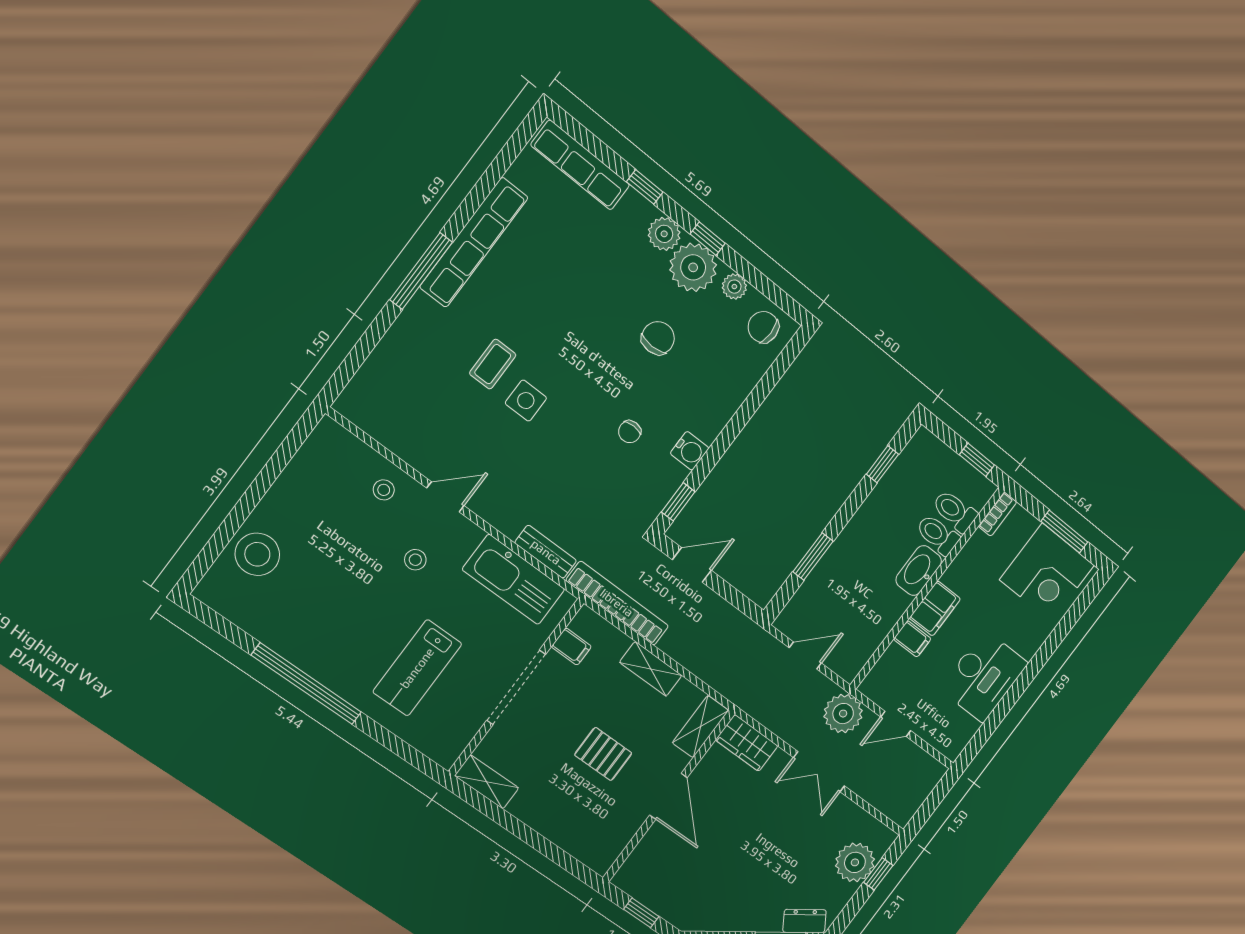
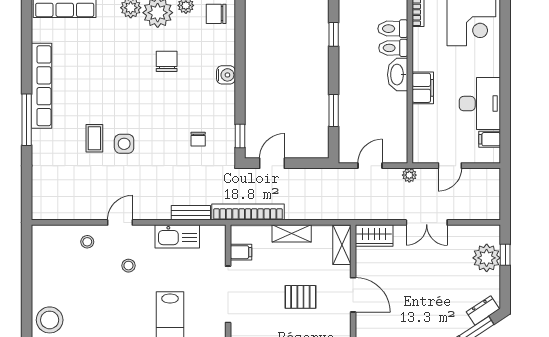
chair: (630, 432) -> (198, 139), moved
water cooler: (690, 451) -> (226, 75), moved
kitchen sink: (514, 580) -> (177, 236), width x0.73, depth x0.81
filing cabinet: (912, 639) -> (490, 139), moved, turned 180
plant: (843, 714) -> (409, 175), width x0.53, depth x0.53

